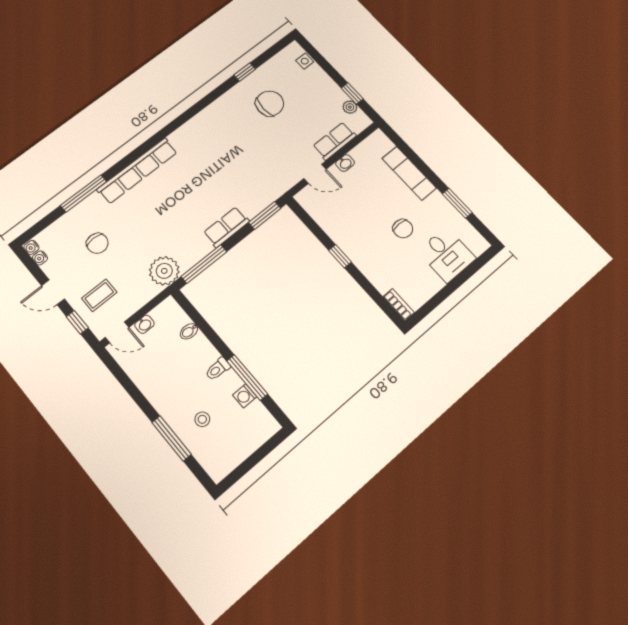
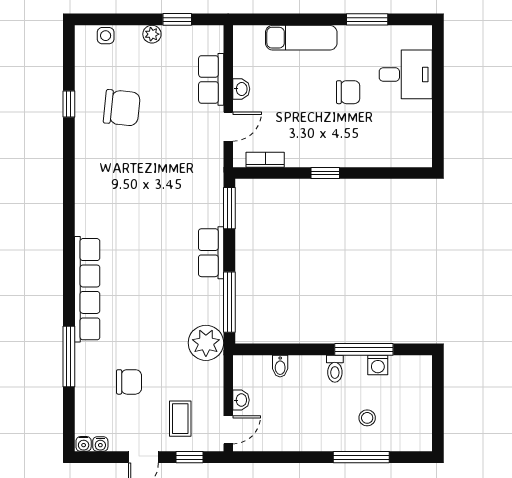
chair: (270, 103) -> (122, 108), turned 96
plant: (350, 107) -> (152, 34), moved
bookcase: (399, 305) -> (265, 160), moved

